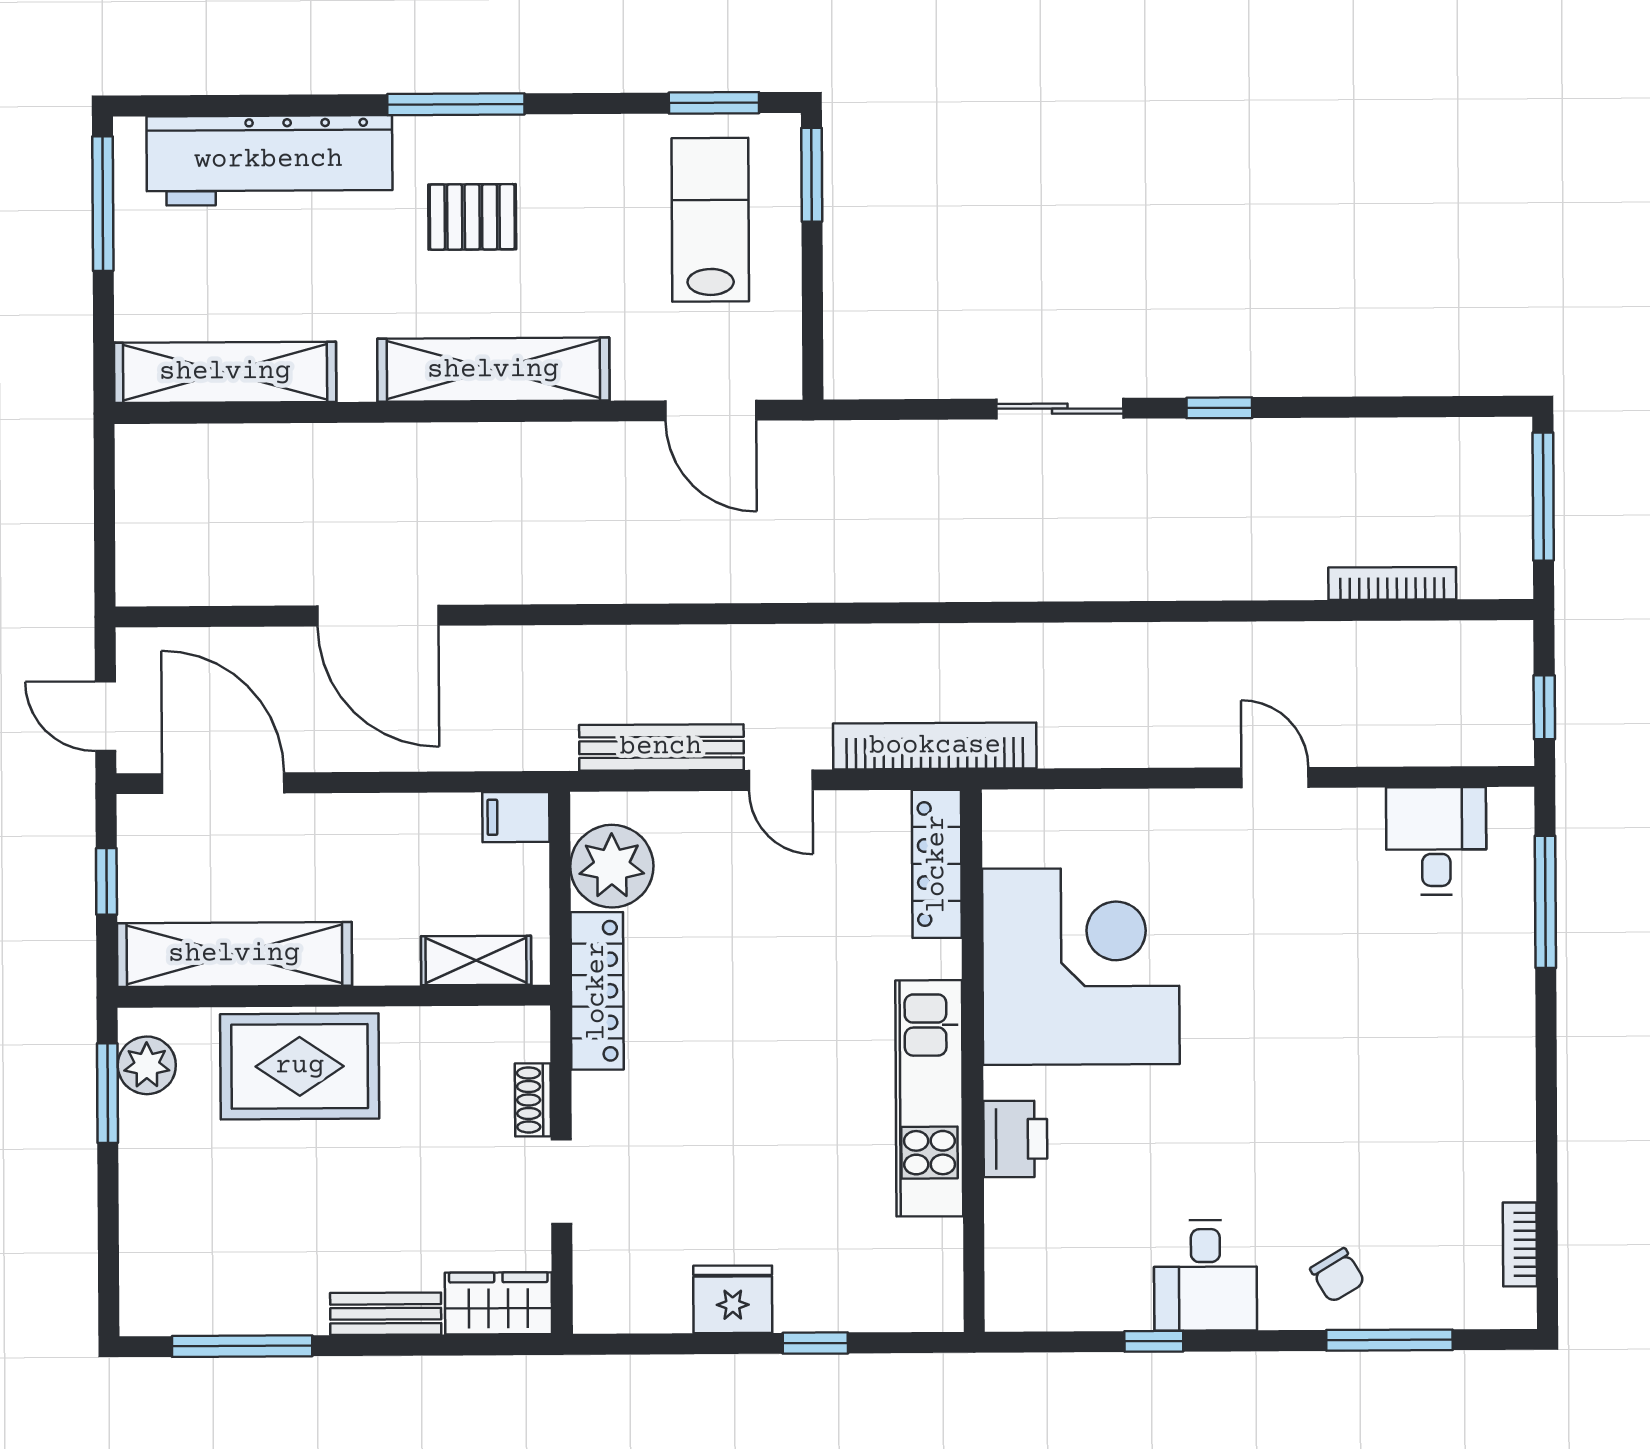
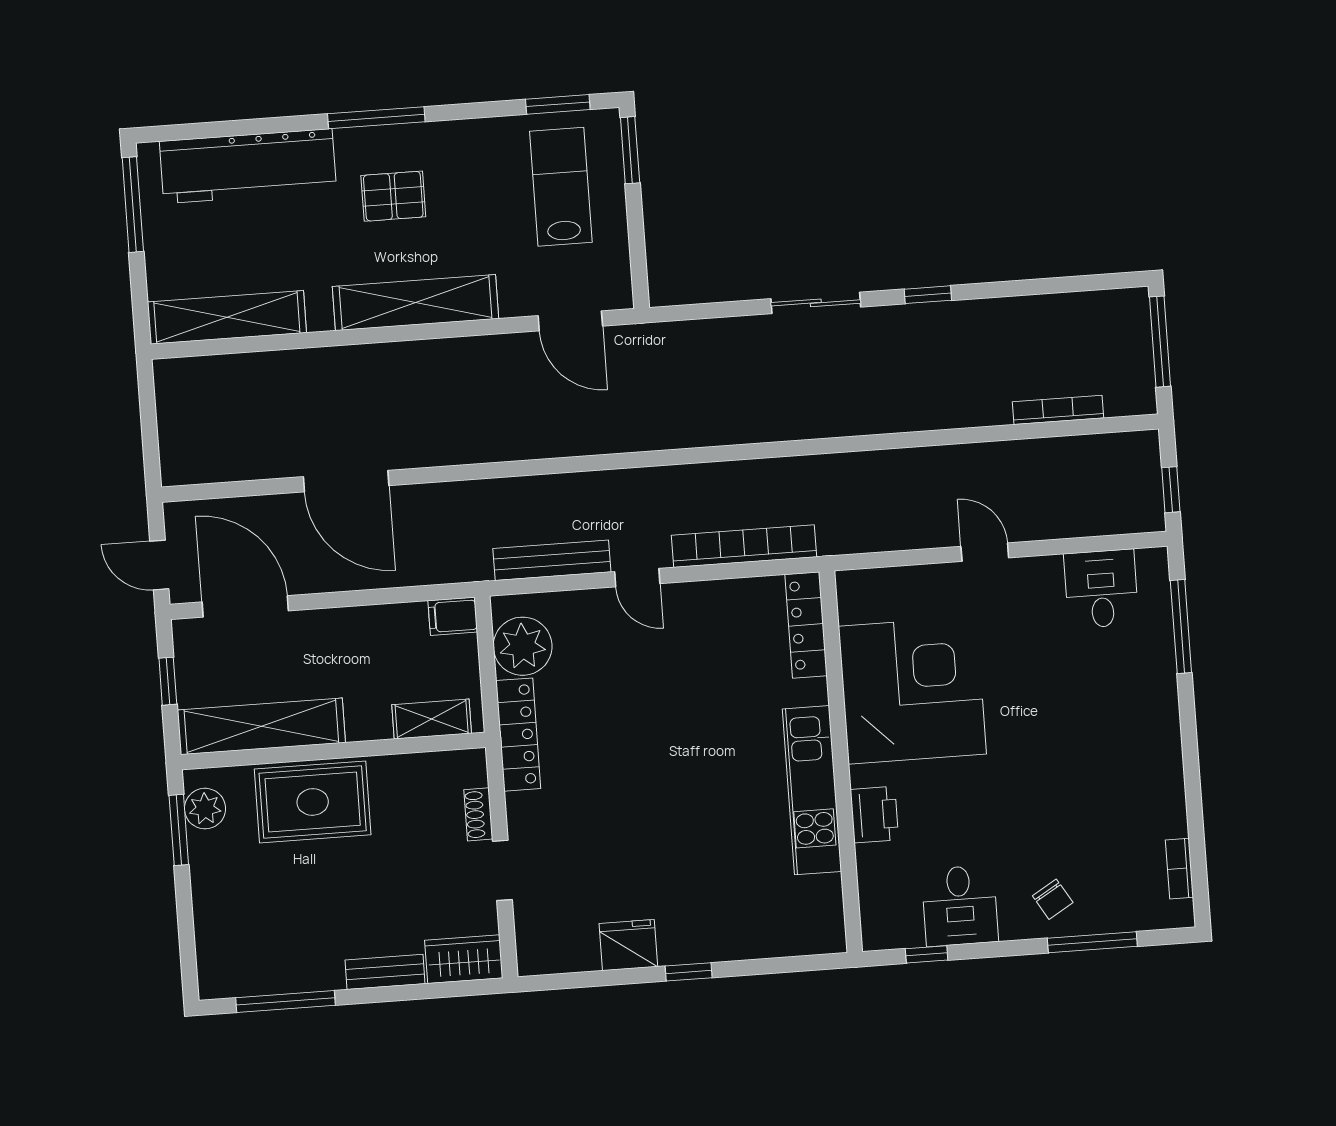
locker: (937, 864) -> (806, 625), moved
corner desk: (1081, 966) -> (912, 690), moved
wall: (973, 1061) -> (841, 762), moved
kitchen unit: (929, 1098) -> (812, 790), moved
printer: (1015, 1139) -> (874, 815), moved

